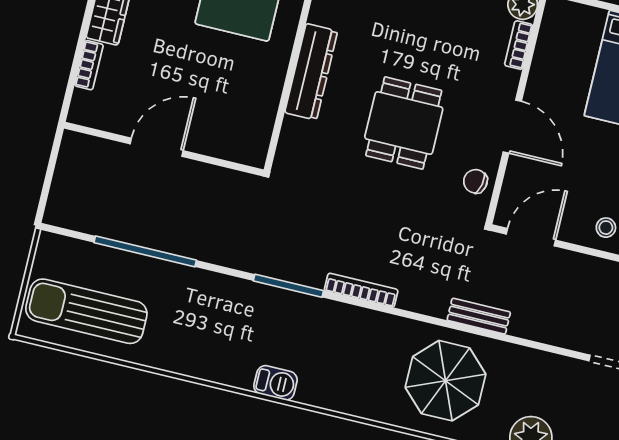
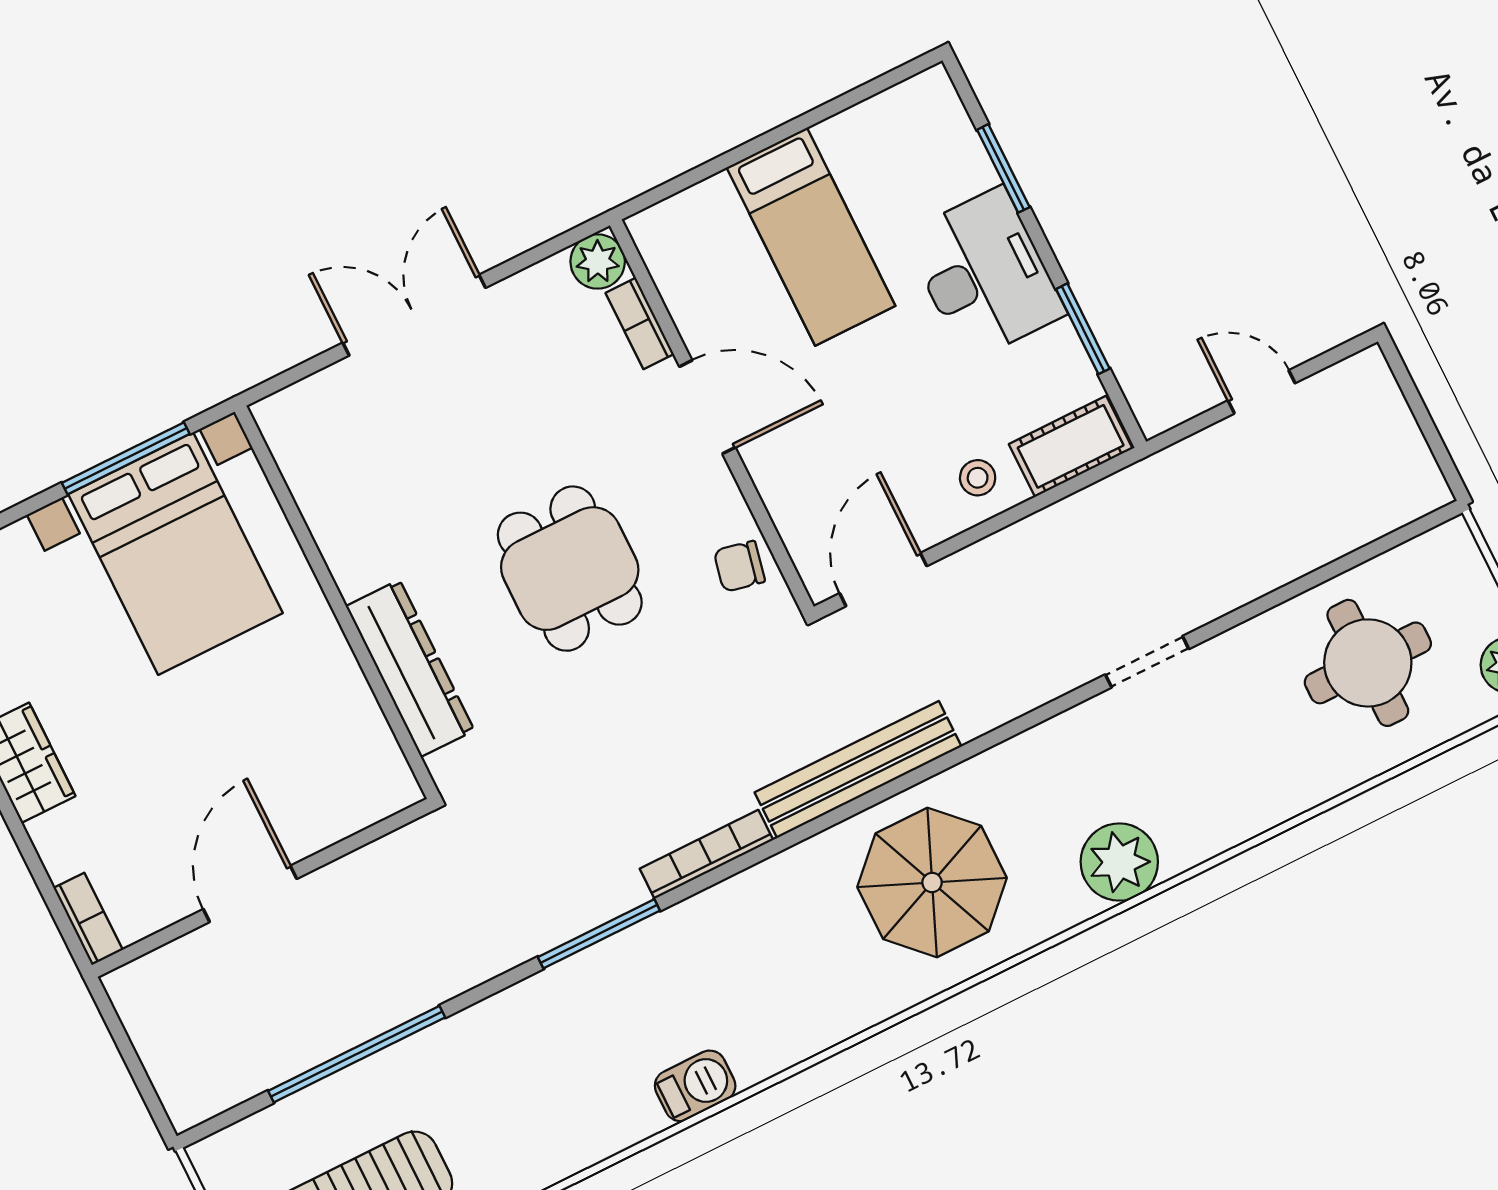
bookcase: (89, 65) -> (88, 919), moved
dresser: (311, 72) -> (410, 668), moved
door: (512, 127) -> (707, 407), moved
bench: (479, 316) -> (858, 770), width x1.86, depth x1.21

